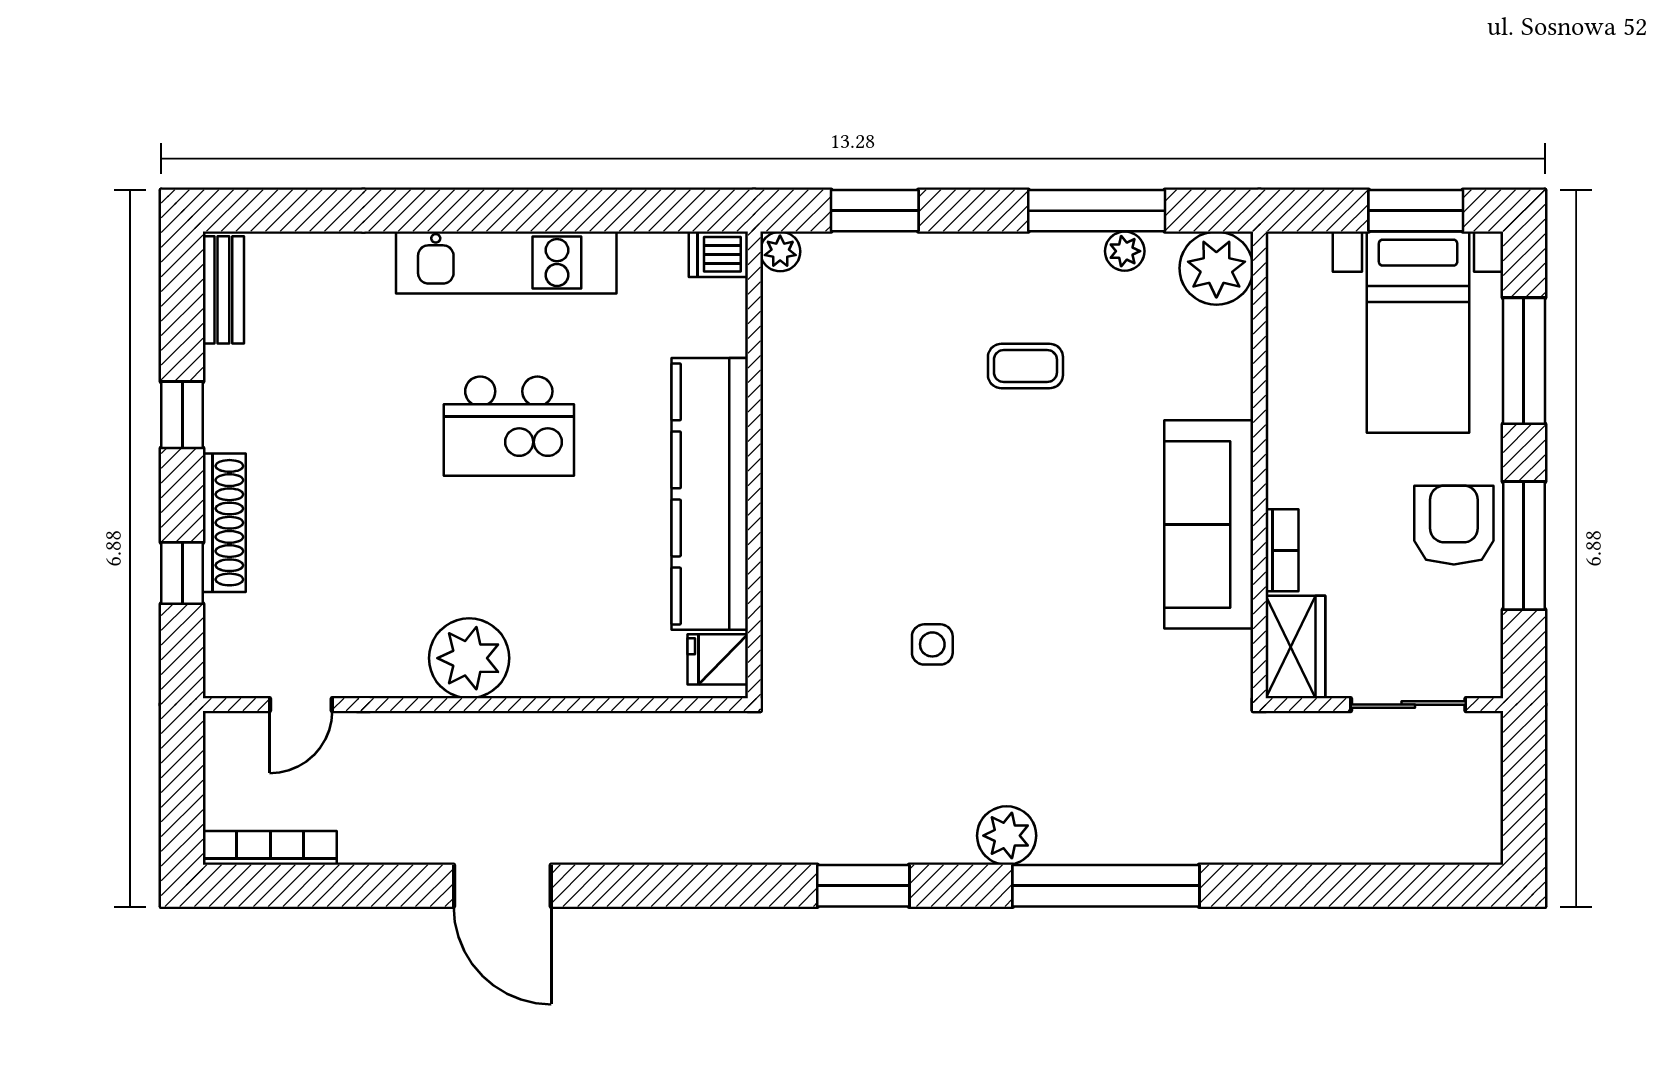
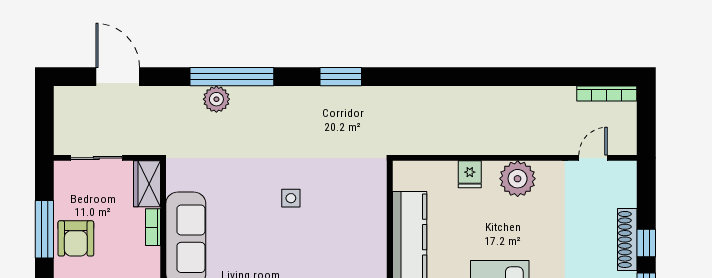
window: (182, 573) -> (646, 243), moved
side table: (932, 644) -> (291, 198), moved
fridge: (718, 659) -> (470, 174), moved, turned 90
plant: (1007, 836) -> (216, 99), moved
door: (502, 886) -> (118, 77), moved

